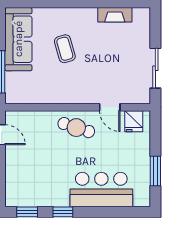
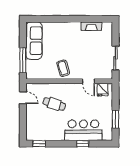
coffee table: (65, 49) -> (63, 68), moved
cafe table: (76, 128) -> (54, 104), moved
window: (63, 212) -> (83, 144), moved

